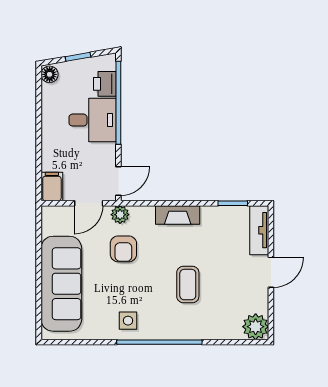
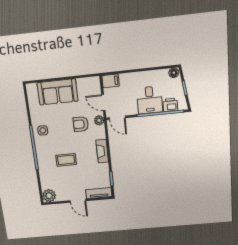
sofa: (61, 284) -> (58, 92), width x0.73

